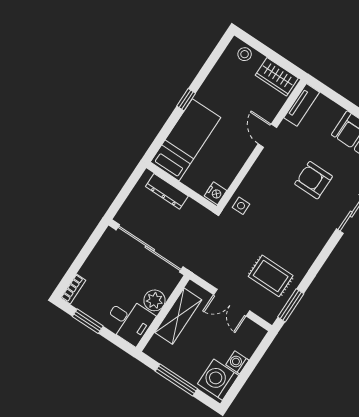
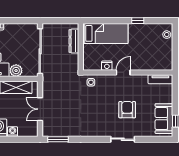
wardrobe: (277, 77) -> (166, 58), removed
window: (186, 100) -> (138, 21), moved
door: (267, 136) -> (123, 72), moved
nightstand: (215, 193) -> (107, 66), moved
rug: (271, 276) -> (66, 120), removed

